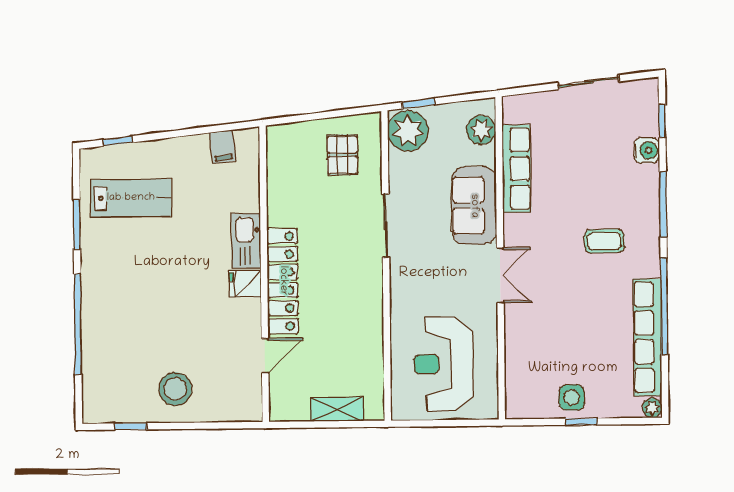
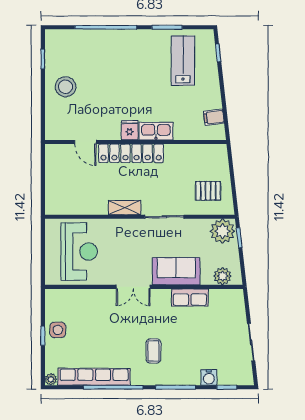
row of seats: (516, 169) -> (190, 297), width x0.68
lab bench: (131, 198) -> (183, 61), turned 180
reception desk: (444, 364) -> (79, 252), turned 90
shelving: (337, 409) -> (124, 208), moved, turned 90

